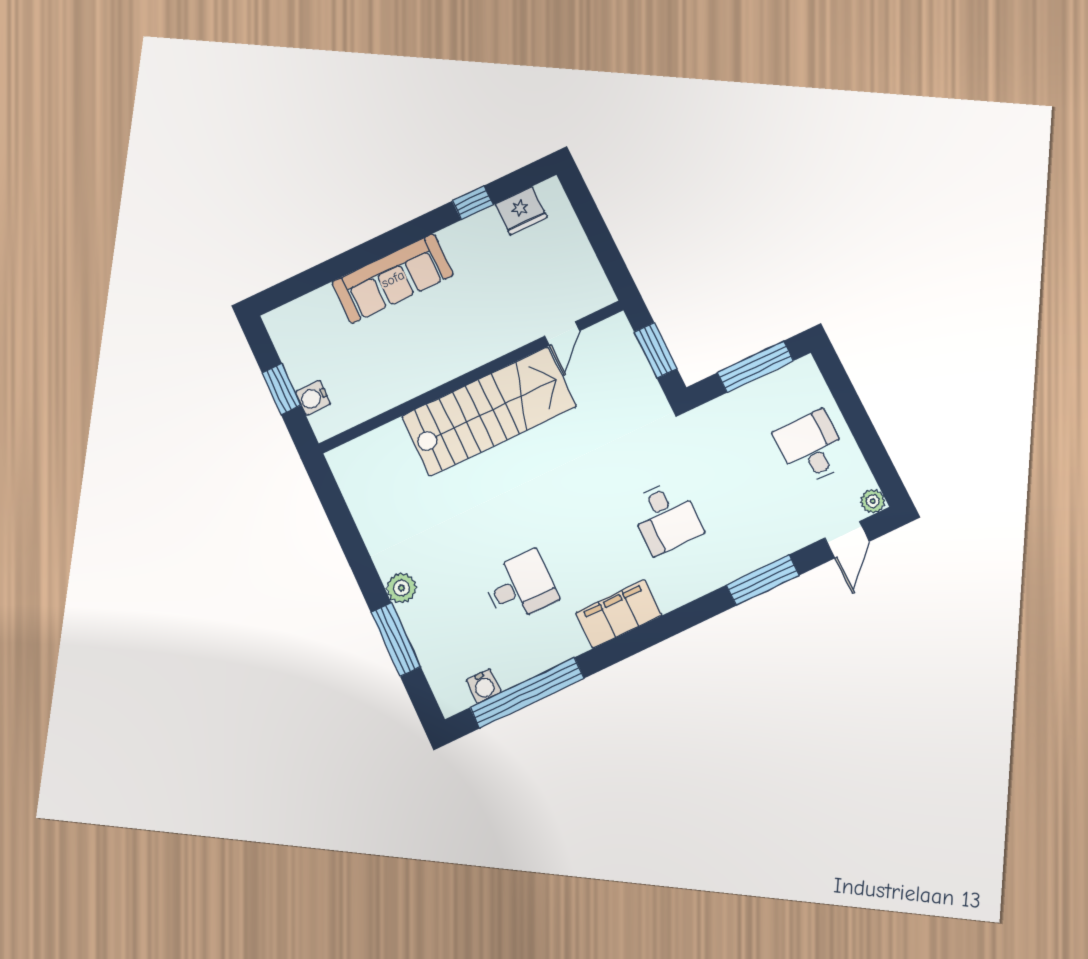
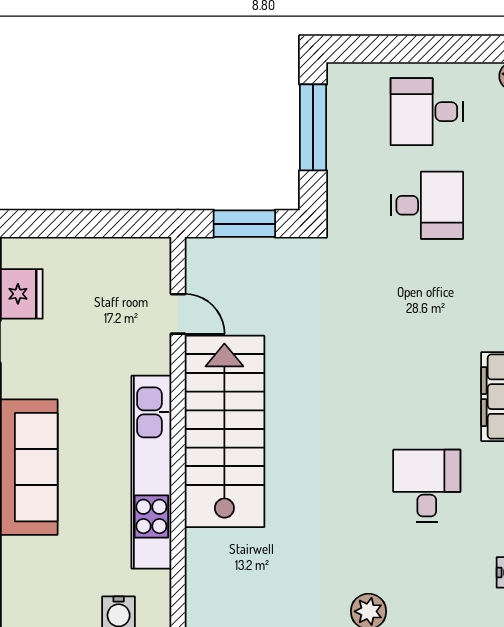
kitchen unit: (432, 371) -> (151, 472), added
desk: (666, 517) -> (427, 205), moved

